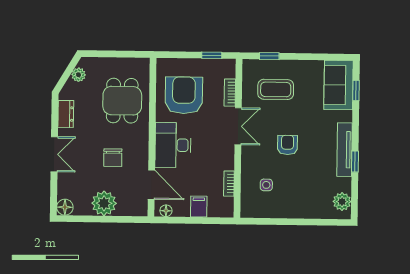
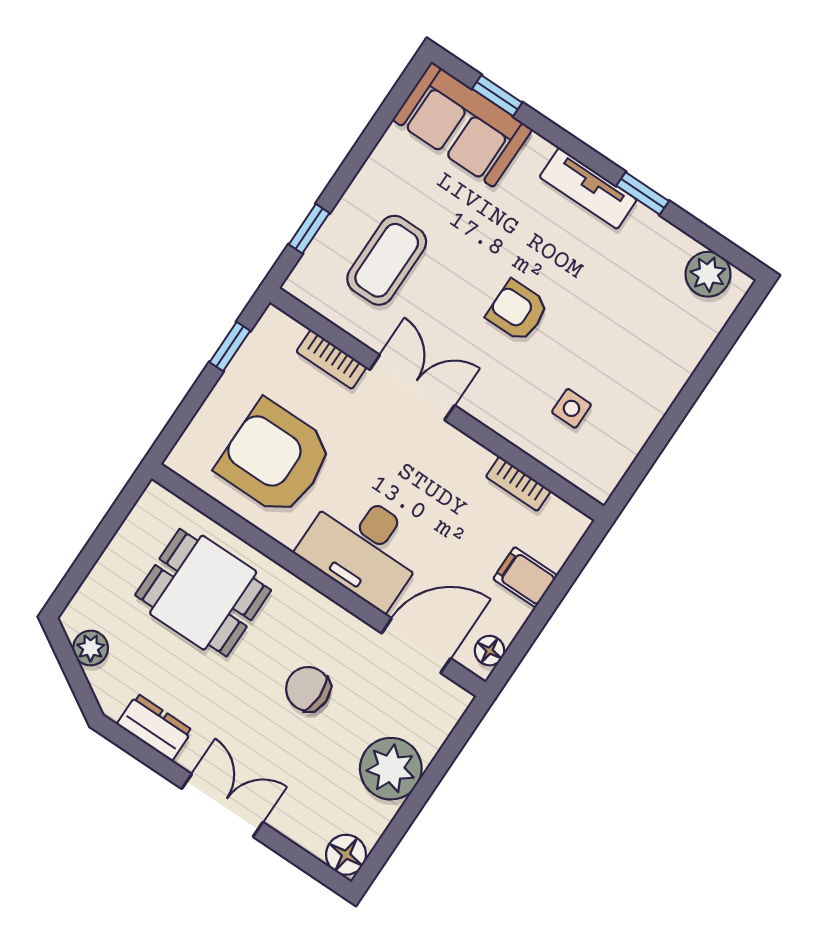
tv unit: (345, 150) -> (588, 188), width x0.71
chair: (113, 158) -> (308, 689), turned 180

